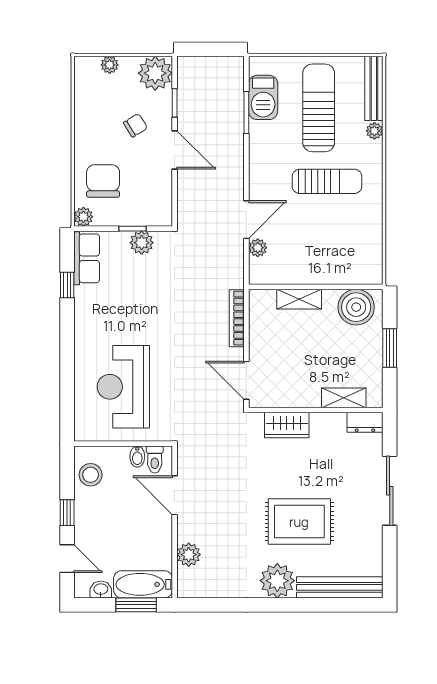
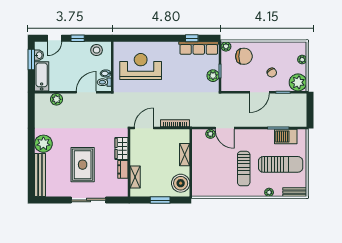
bench: (374, 88) -> (295, 192), width x0.73
row of seats: (87, 258) -> (199, 48), width x1.48
dresser: (365, 422) -> (123, 169), moved
rug: (299, 522) -> (83, 165), moved
window: (136, 605) -> (31, 60), moved

